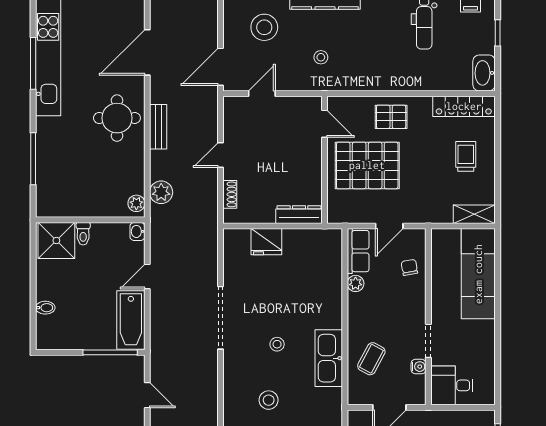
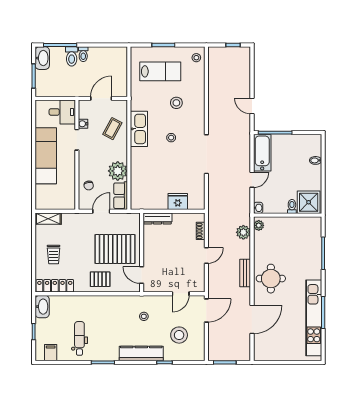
exam couch: (478, 274) -> (46, 156), moved
plant: (356, 283) -> (118, 171), width x1.87, depth x1.87

